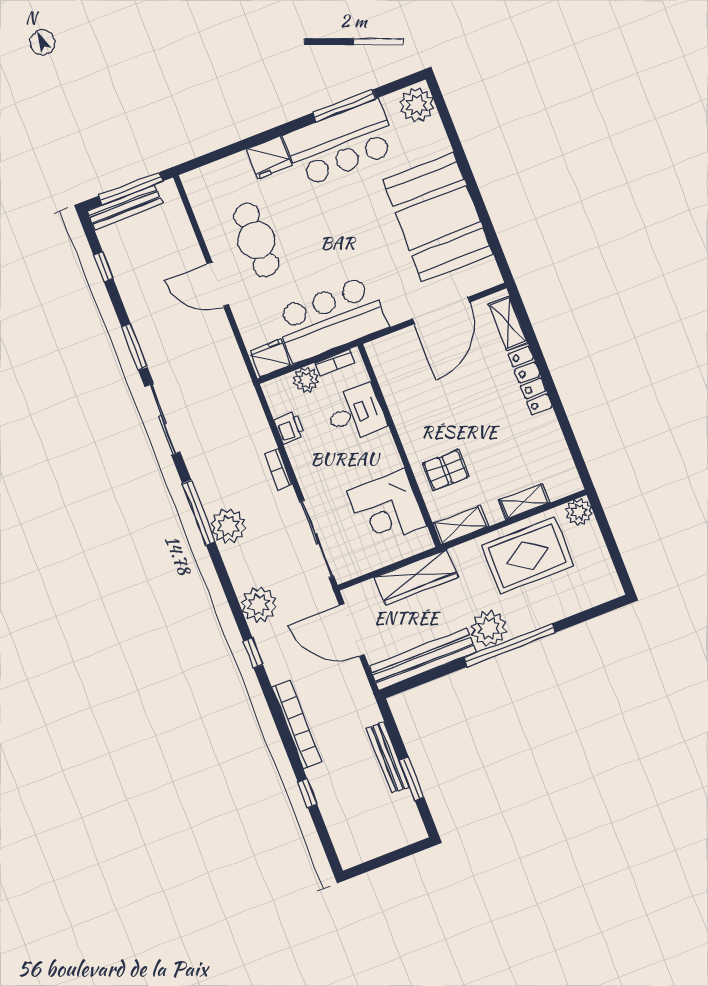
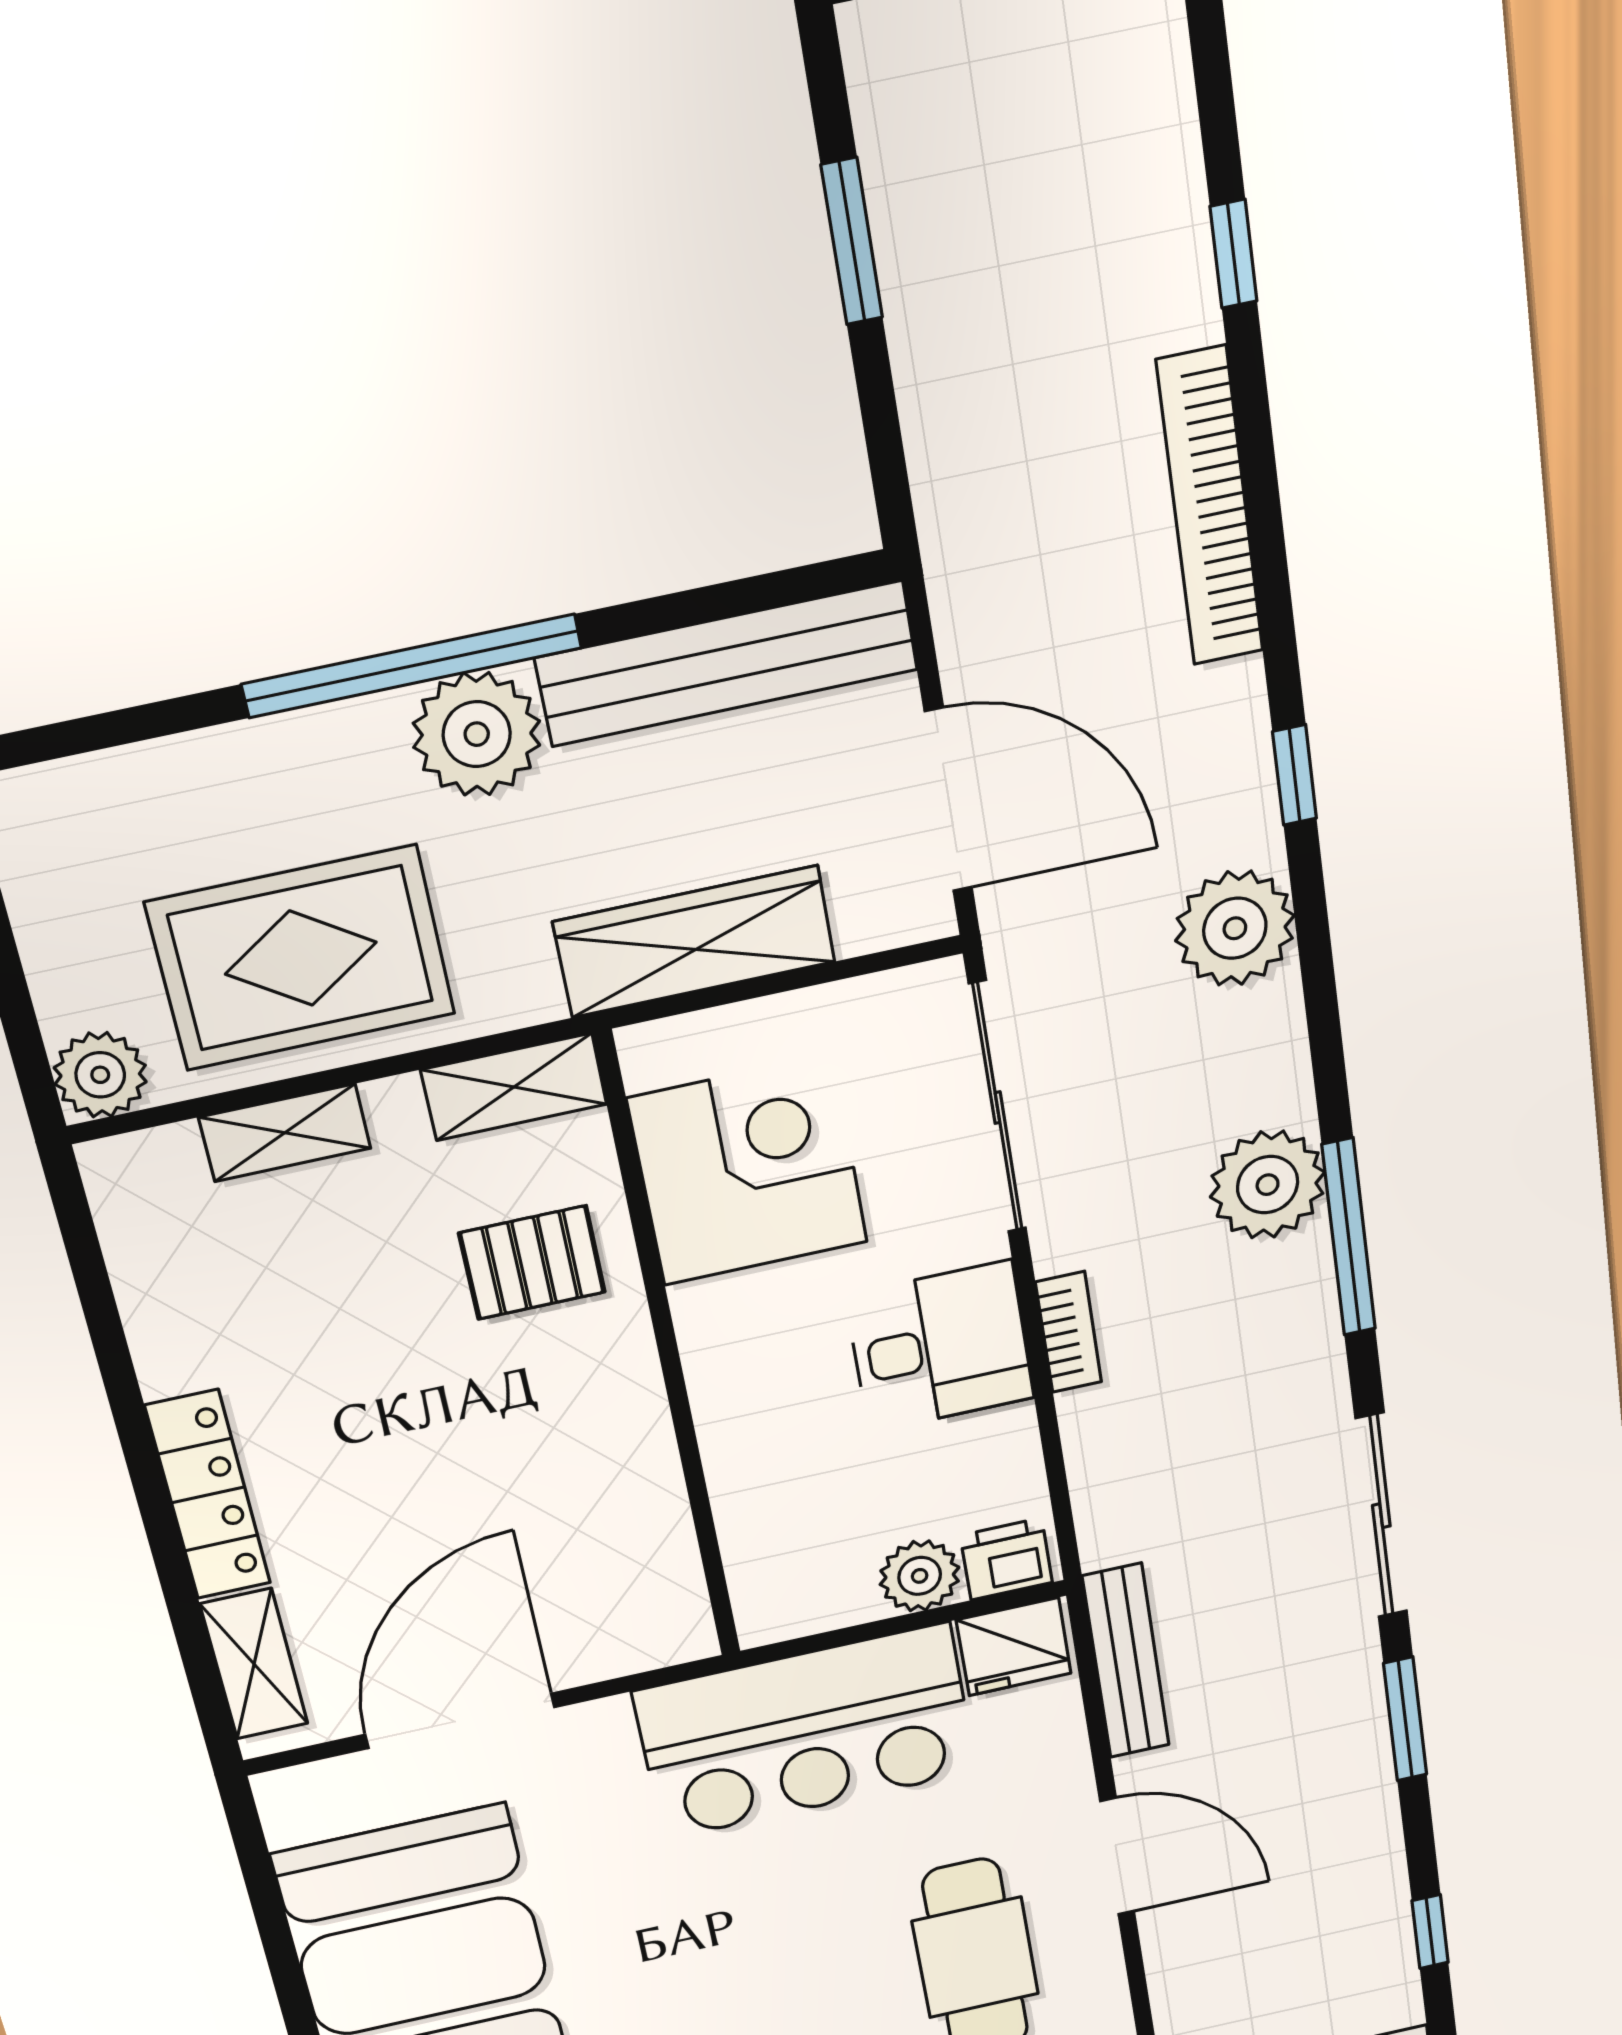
bookcase: (335, 363) -> (819, 1613), removed
desk: (355, 413) -> (940, 1347), moved, turned 180
printer: (289, 428) -> (1006, 1559), moved, turned 90
bench: (388, 757) -> (1126, 1661), moved

